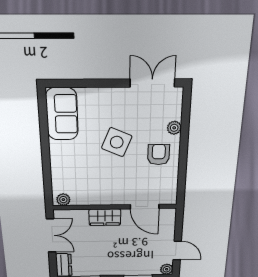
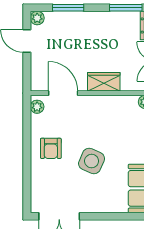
plant: (174, 128) -> (37, 107), moved

